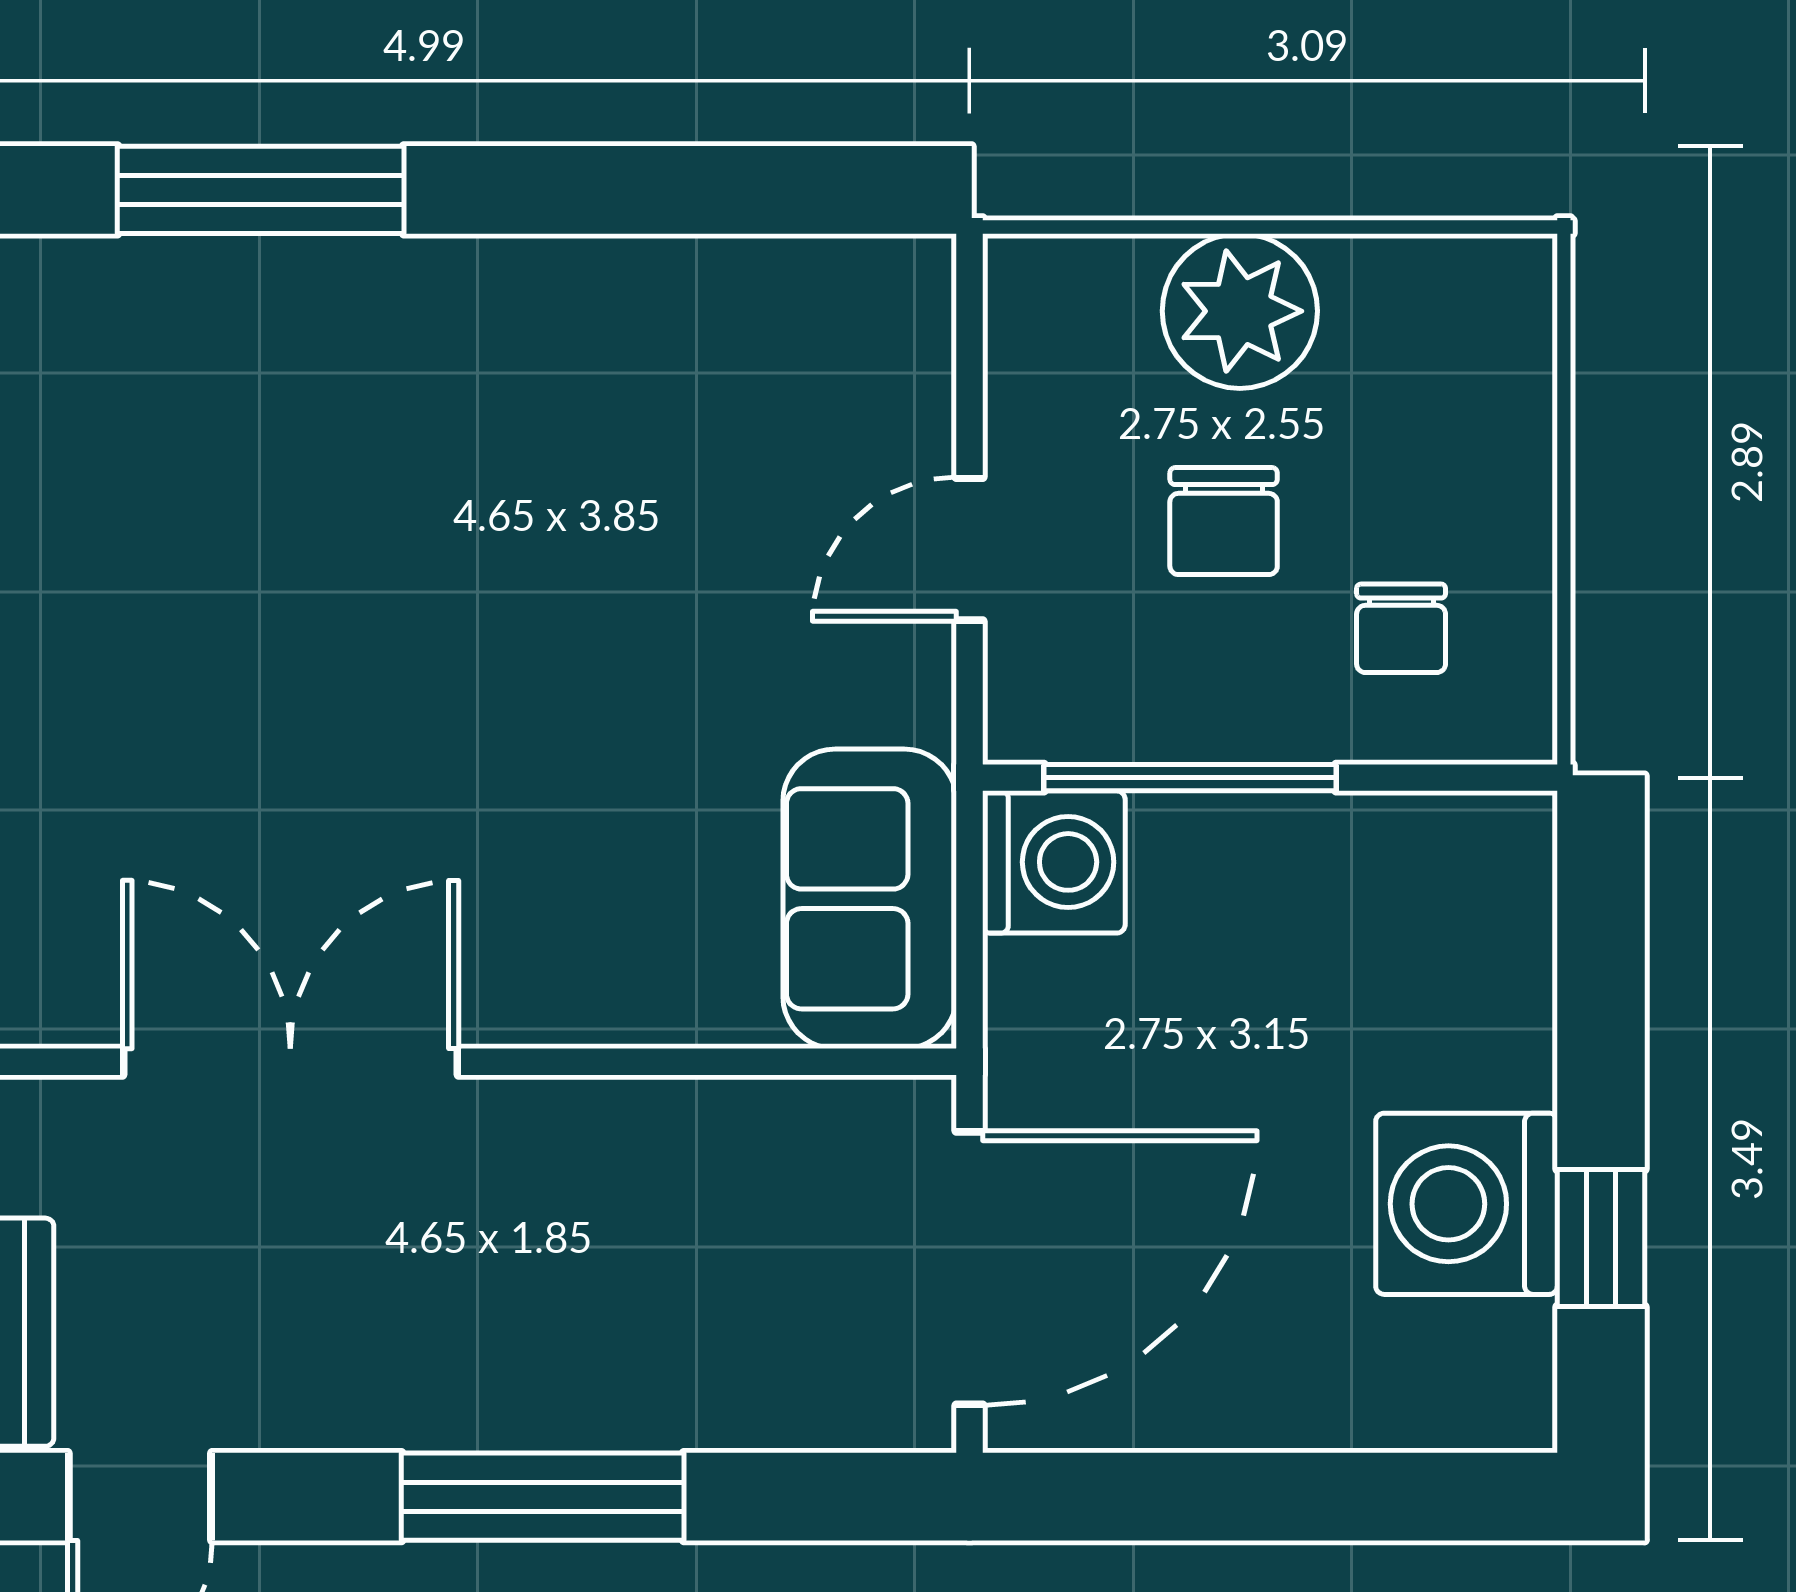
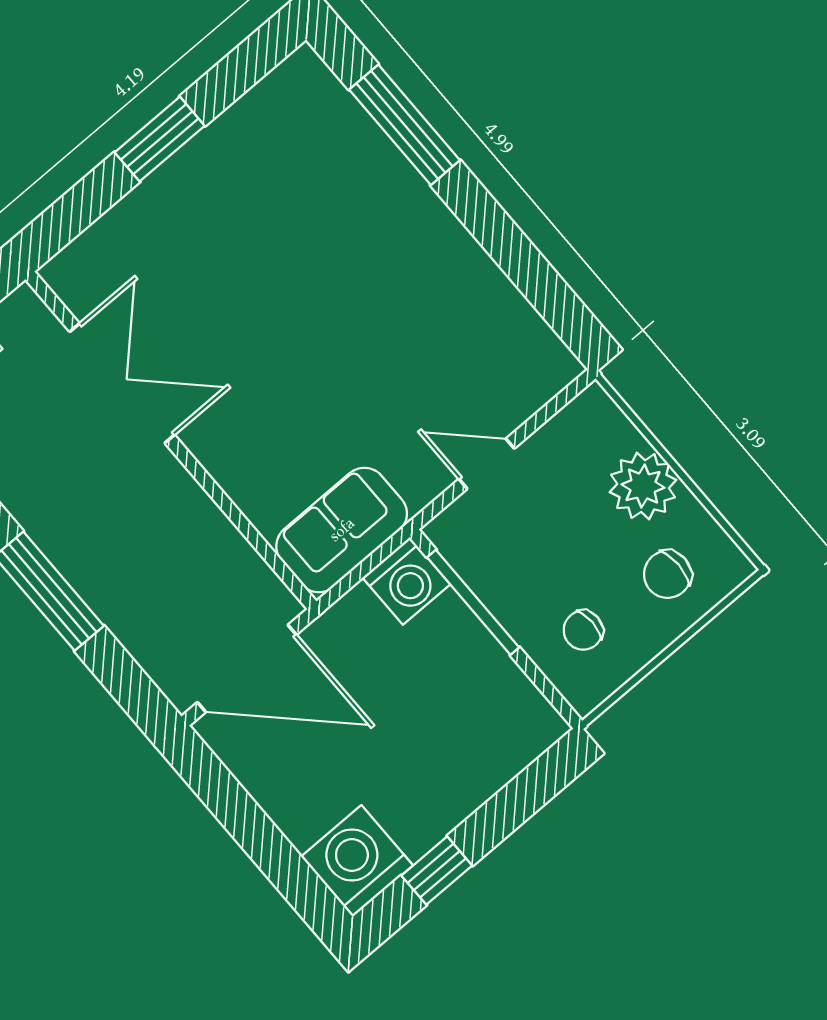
chair: (1224, 521) -> (667, 574), moved
washing machine: (1467, 1204) -> (357, 861), moved

